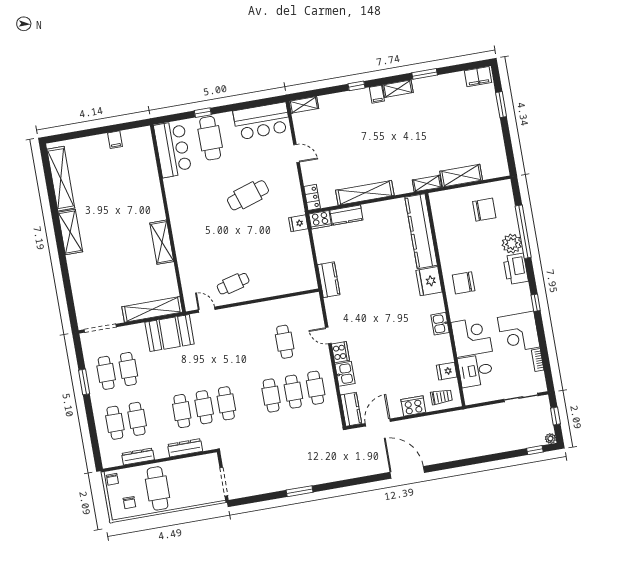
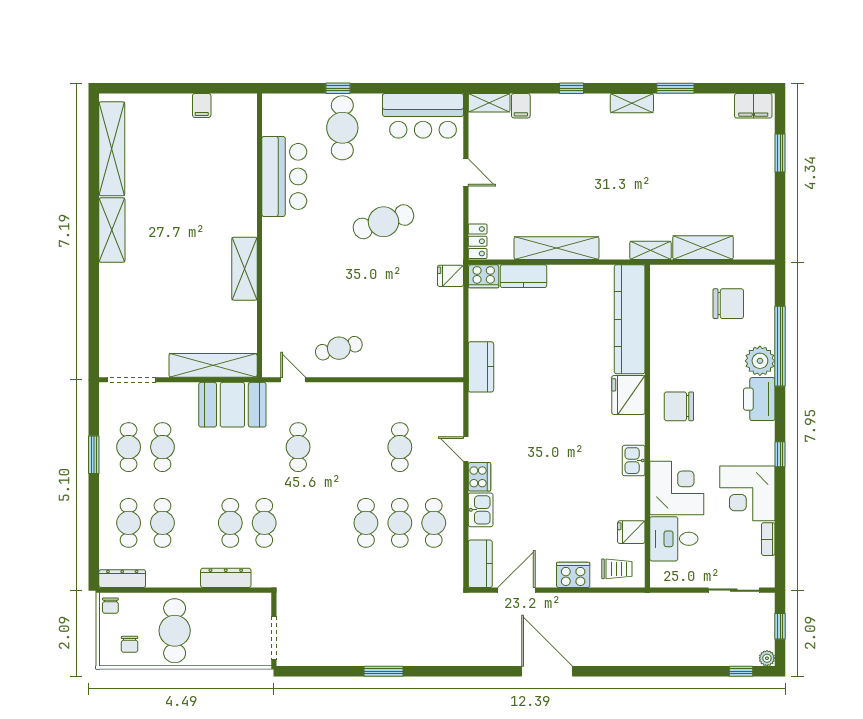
filing cabinet: (377, 94) -> (521, 106), moved
bar counter: (173, 149) -> (284, 176), moved
cafe table: (226, 403) -> (298, 447), moved
dresser: (138, 457) -> (122, 579), moved

